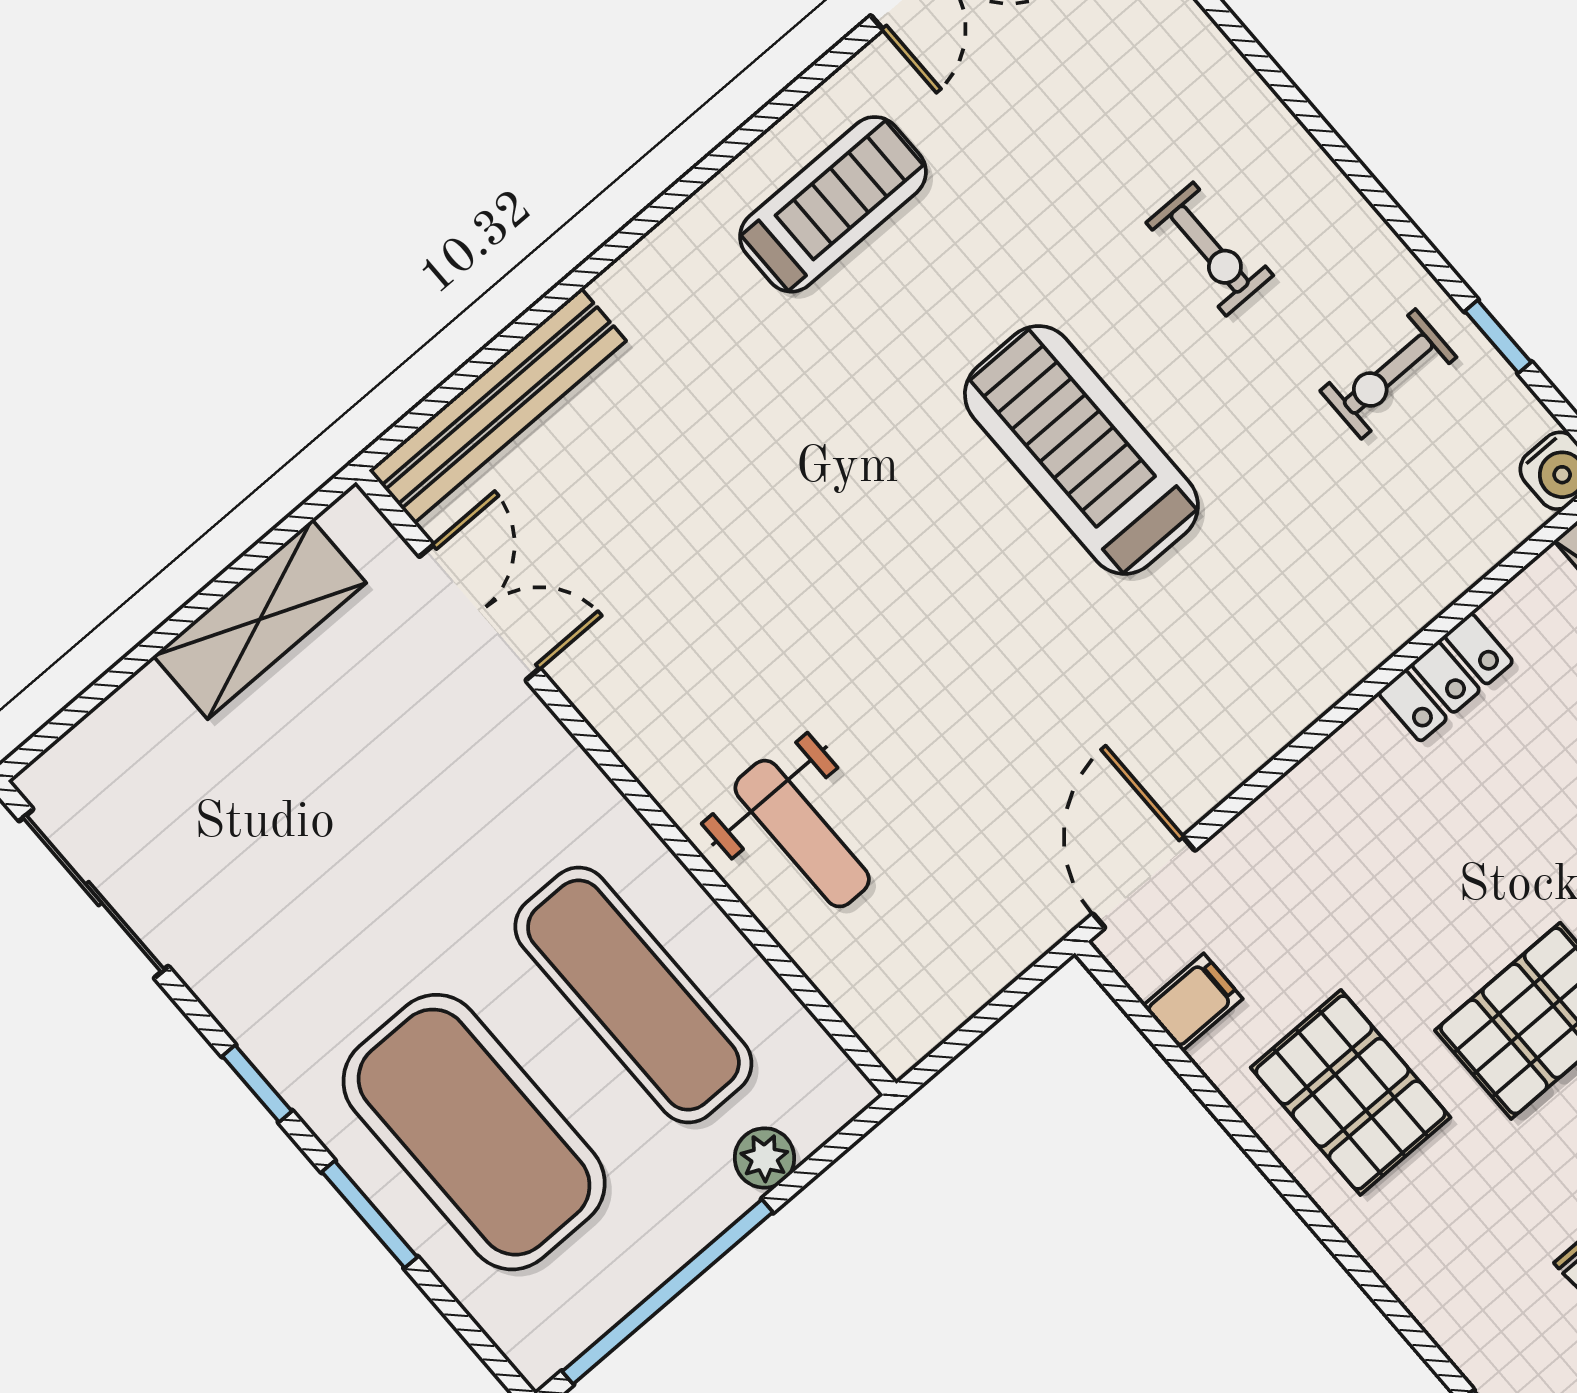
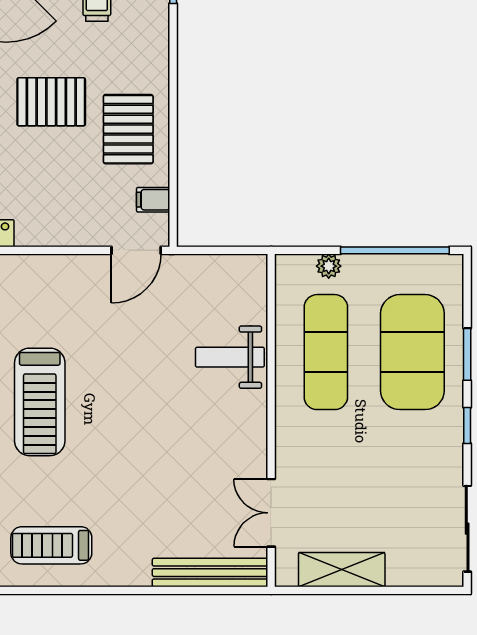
weight bench: (802, 834) -> (230, 357), turned -90

